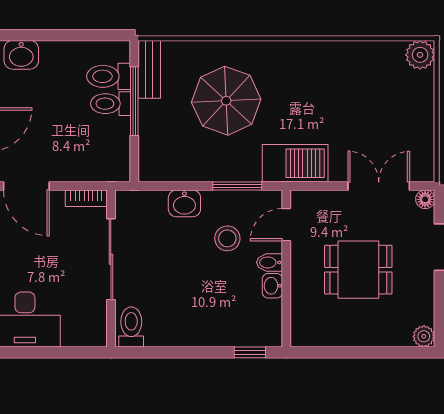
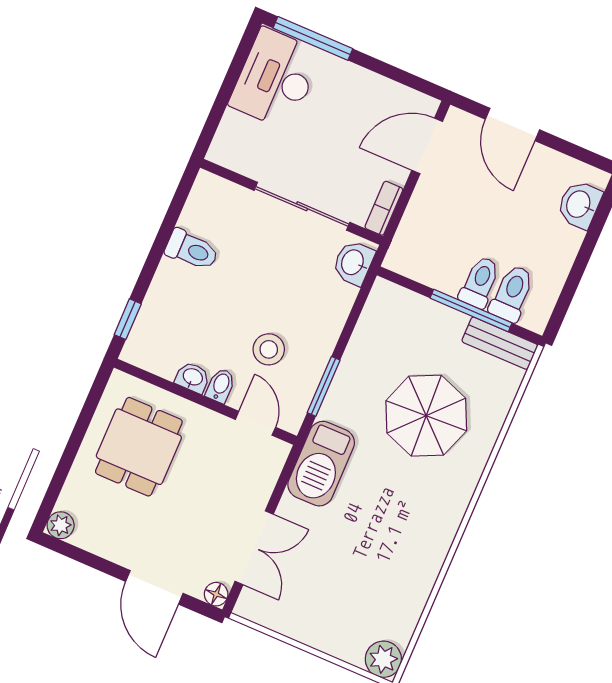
washbasin: (184, 203) -> (353, 263), moved
dining table: (358, 270) -> (139, 447), moved
toilet: (131, 327) -> (192, 250), moved

